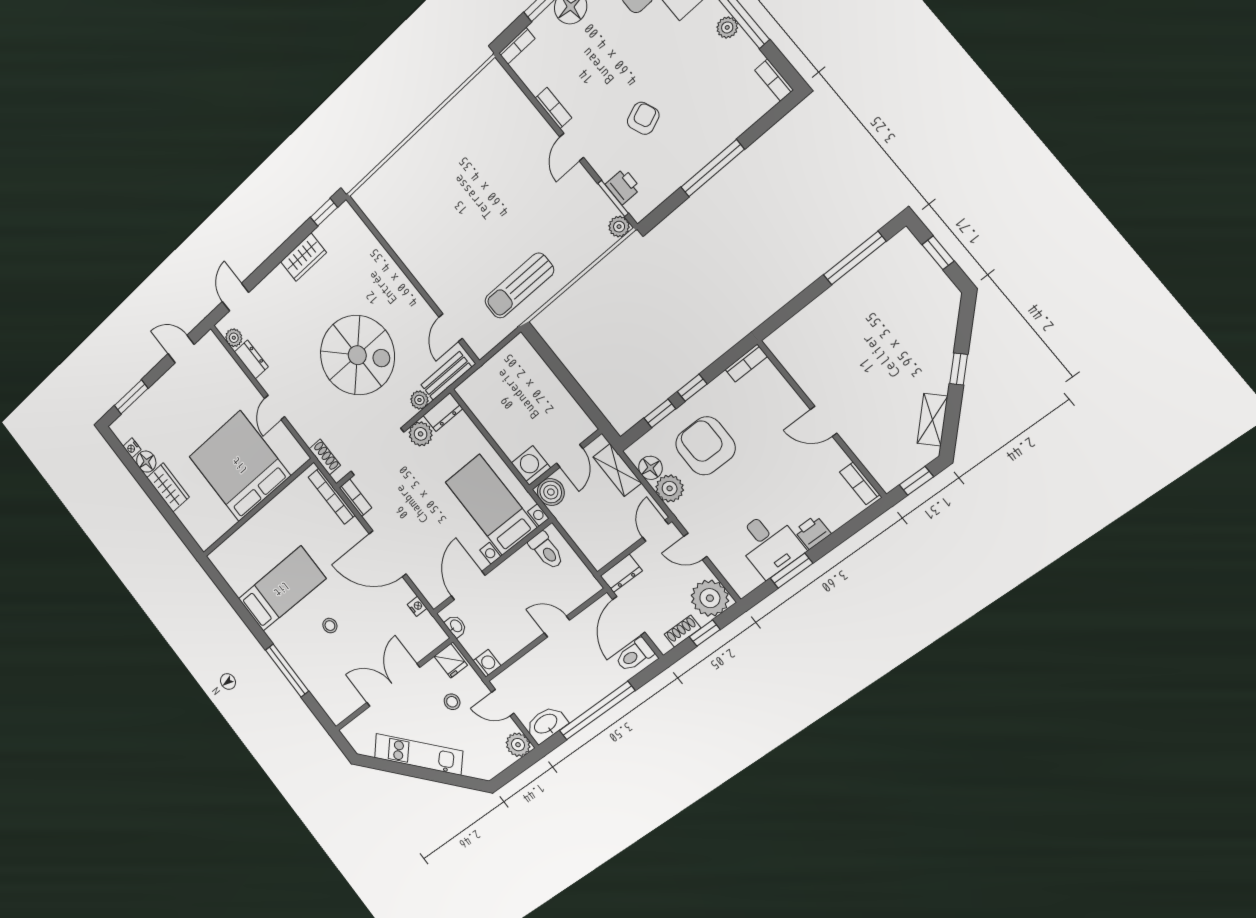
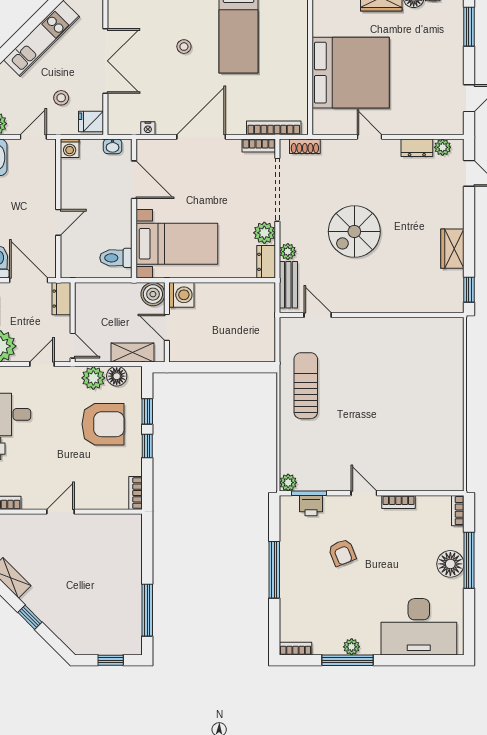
spiral stairs: (357, 355) -> (354, 232), width x0.73, depth x0.73

